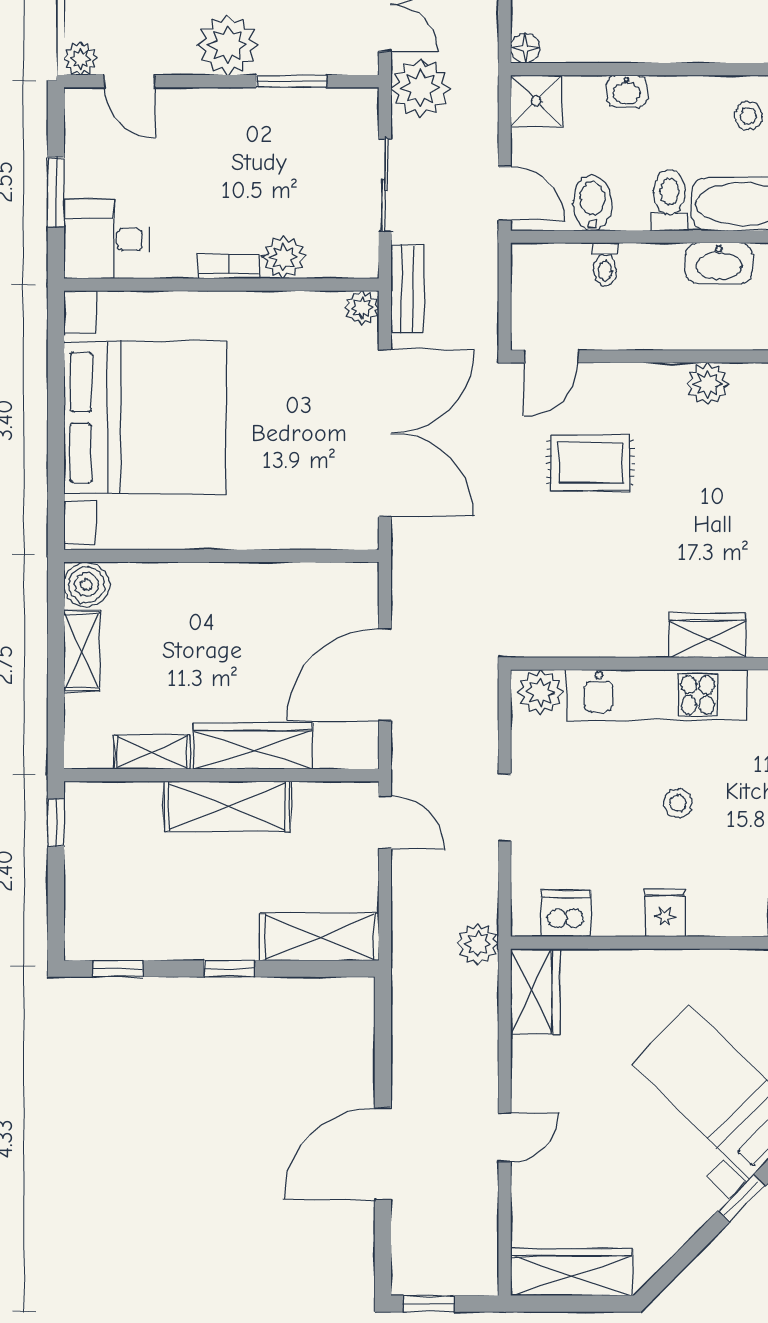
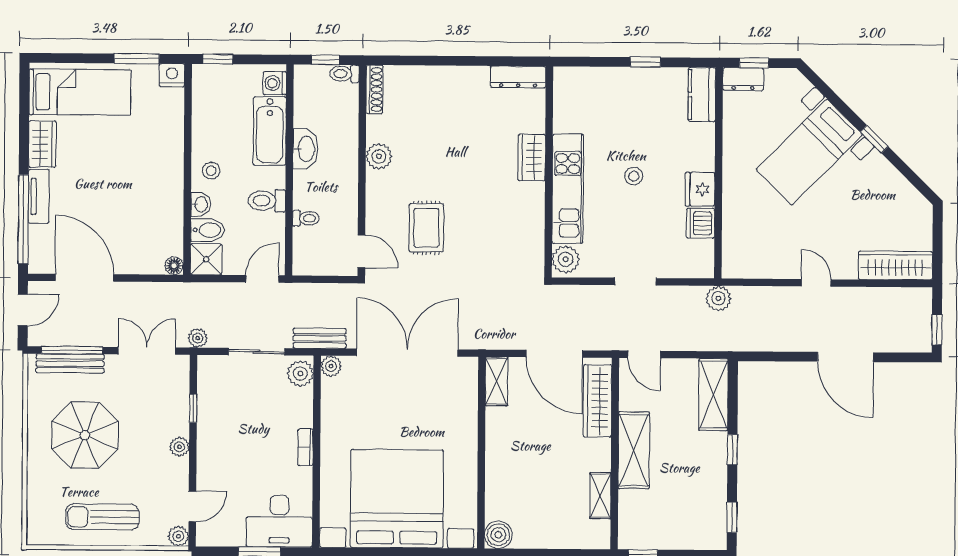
plant: (228, 45) -> (179, 447), width x0.53, depth x0.53
window: (291, 81) -> (193, 408), width x0.67
plant: (420, 88) -> (198, 338), width x0.53, depth x0.53
stool: (748, 116) -> (211, 171), moved
toilet: (669, 200) -> (267, 201), moved
bidet: (592, 203) -> (208, 230), moved, turned 180
desk: (106, 239) -> (279, 521), width x1.37
plant: (283, 257) -> (300, 374), moved
shelving: (82, 651) -> (496, 381), moved, turned 90
wardrobe: (253, 746) -> (597, 401), moved
door: (385, 822) -> (644, 354), swing flipped
fridge: (665, 913) -> (700, 189), width x1.38
dishwasher: (566, 914) -> (700, 223), moved
wardrobe: (535, 991) -> (747, 264), removed
door: (505, 1138) -> (816, 283), moved
wardrobe: (571, 1272) -> (895, 265), moved, turned 90

